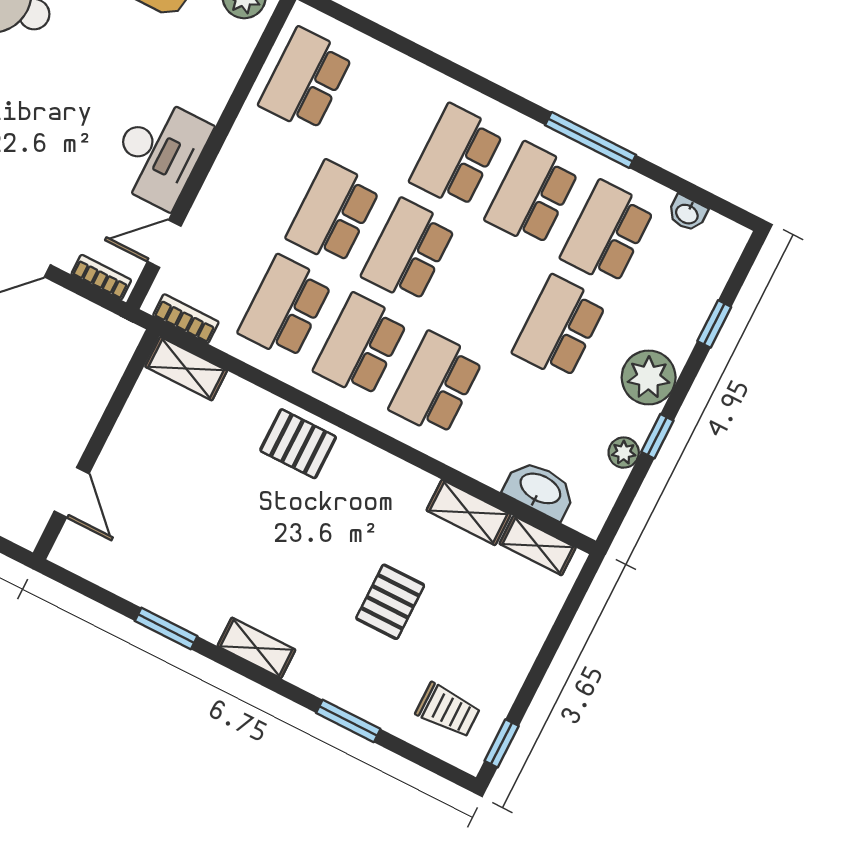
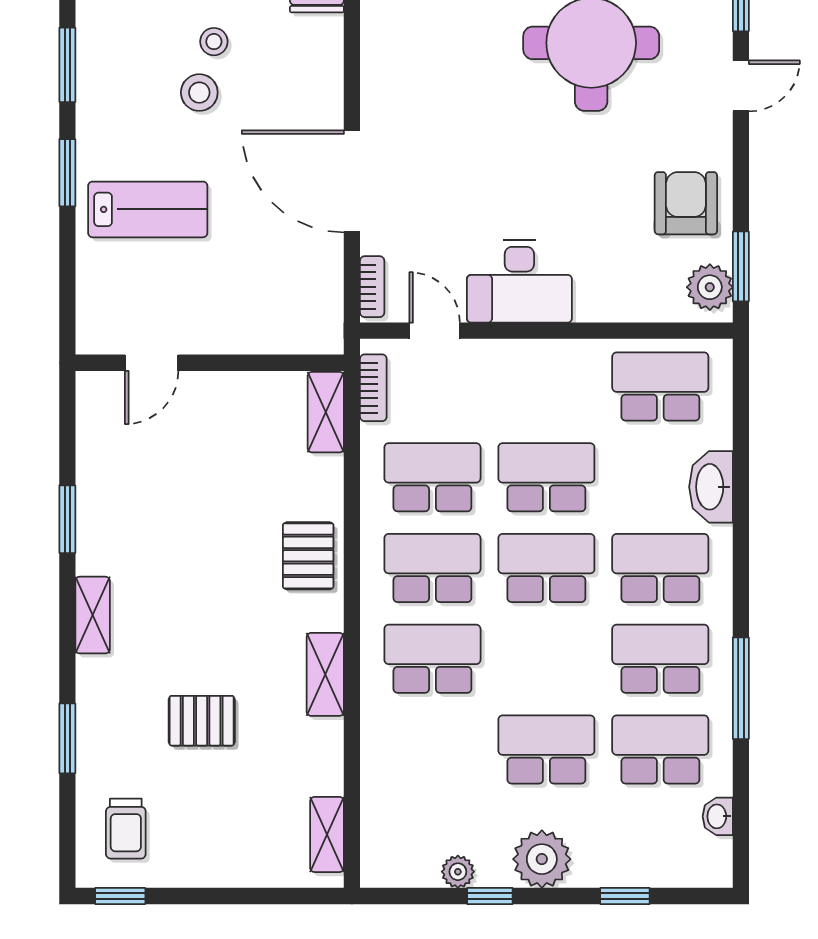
washbasin: (540, 489) -> (711, 487), moved, turned 180
shelving: (469, 512) -> (325, 674), moved

